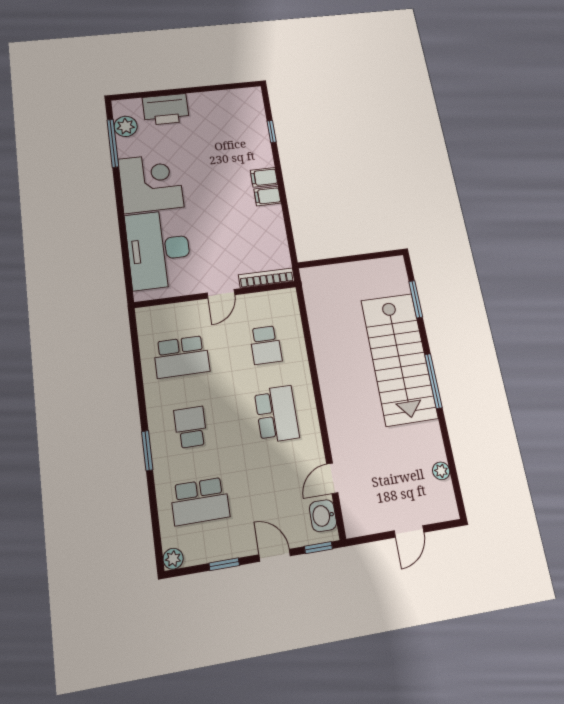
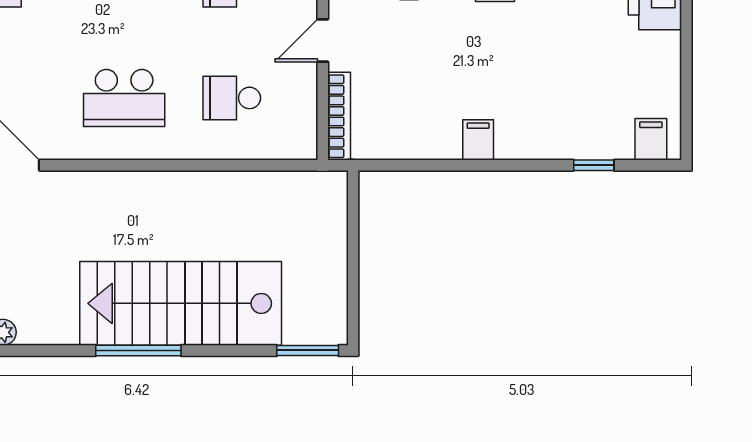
filing cabinet: (264, 177) -> (651, 139), moved
door: (221, 294) -> (323, 40), hinge flipped
window: (416, 299) -> (308, 350), moved

